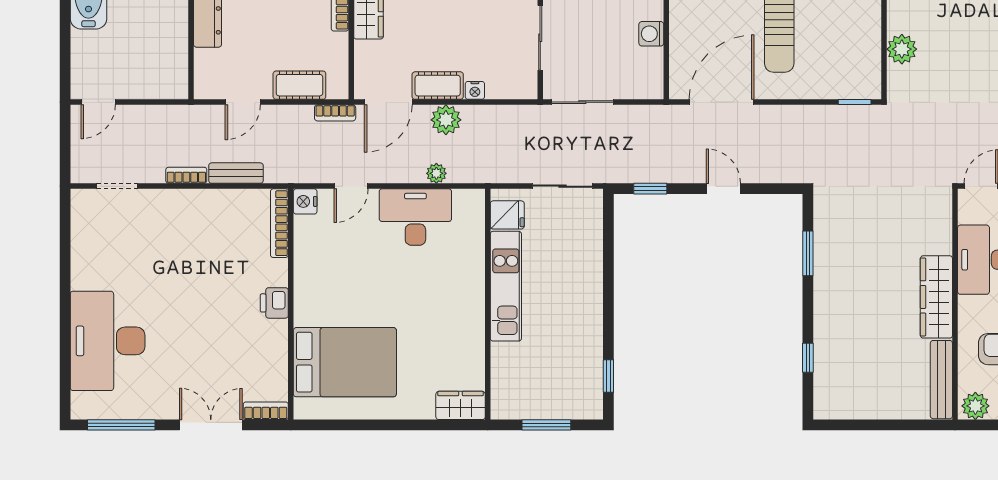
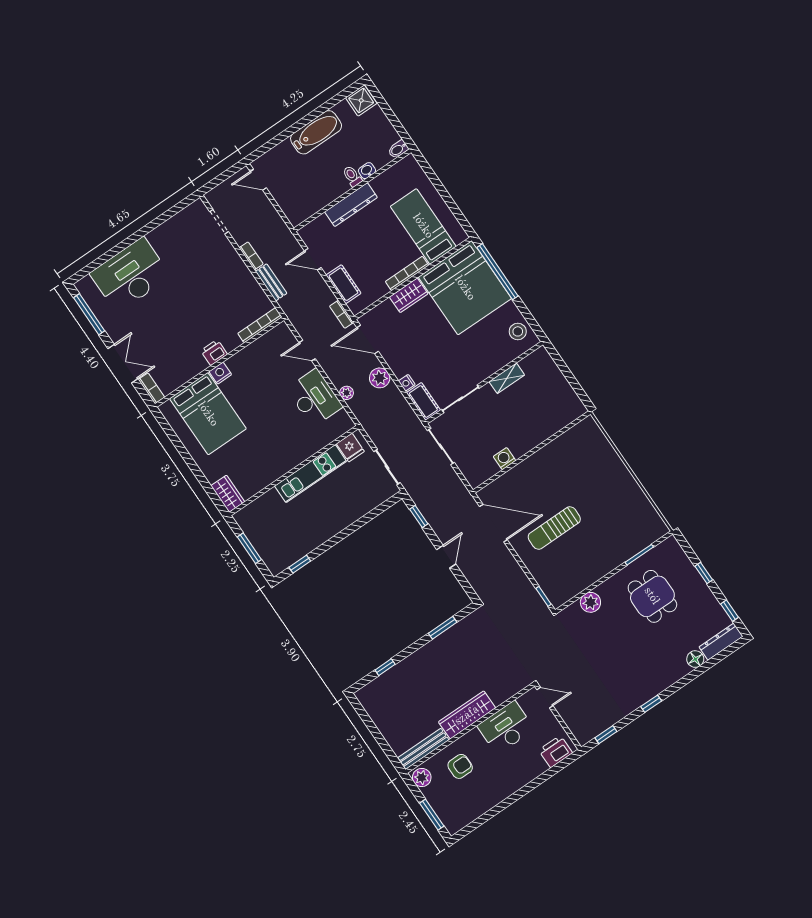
cot: (438, 86) -> (423, 401), moved
nightstand: (305, 201) -> (220, 373), moved

